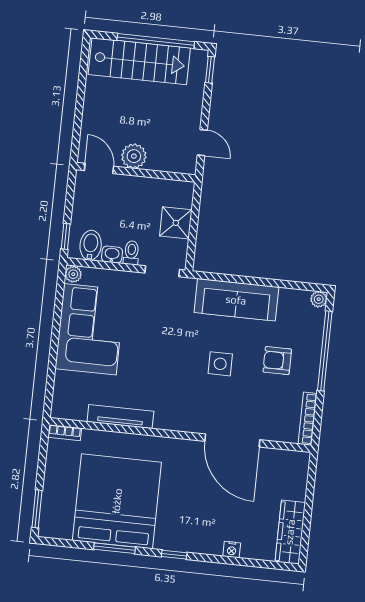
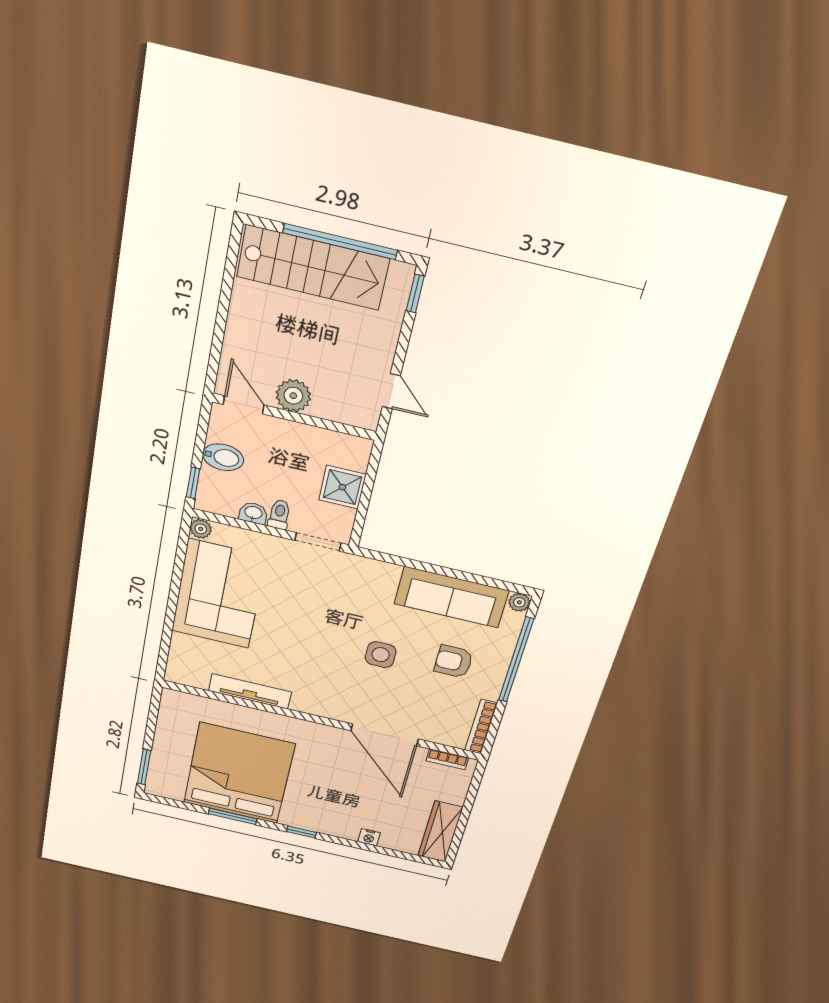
bidet: (91, 245) -> (223, 457), moved, turned 90
sofa: (236, 300) -> (451, 597), moved
bookcase: (65, 433) -> (447, 759), moved

